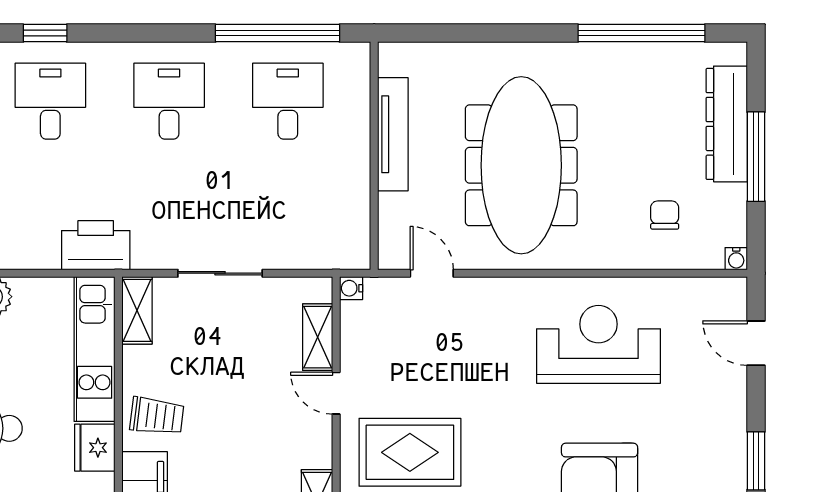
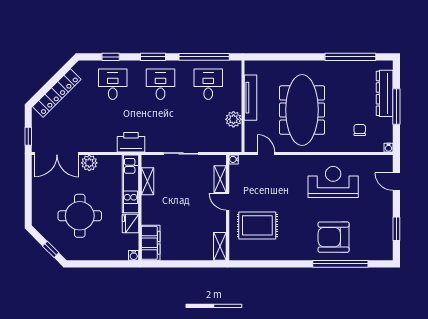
window: (150, 33) -> (153, 57), added
plant: (351, 188) -> (233, 119), added
shelving: (137, 310) -> (148, 181), moved
trolley: (157, 416) -> (156, 211), removed

